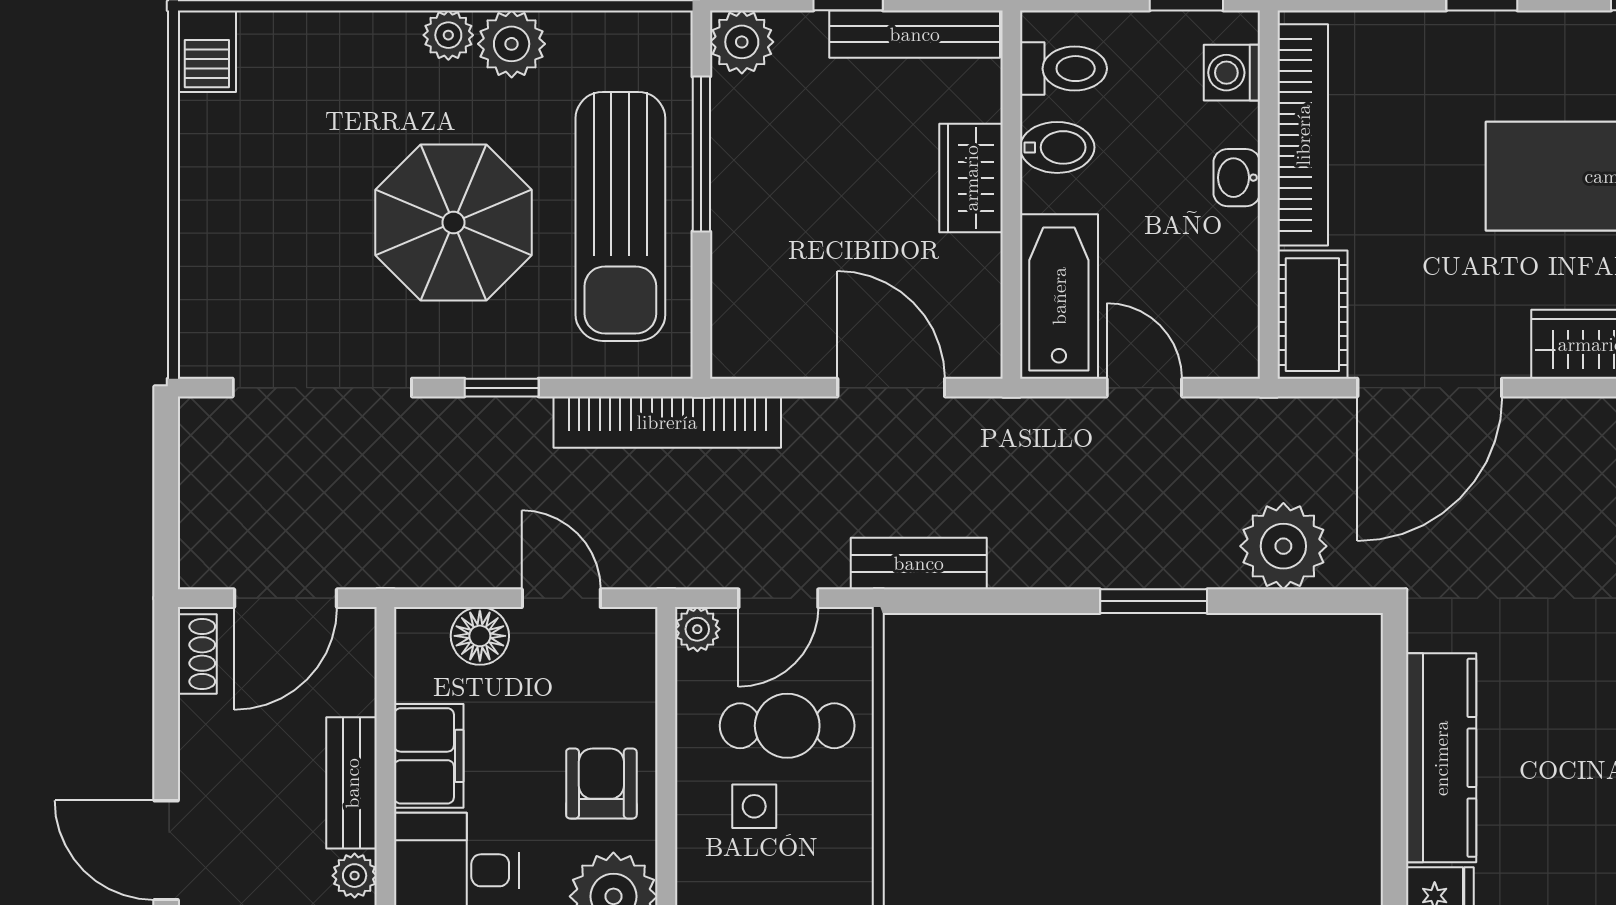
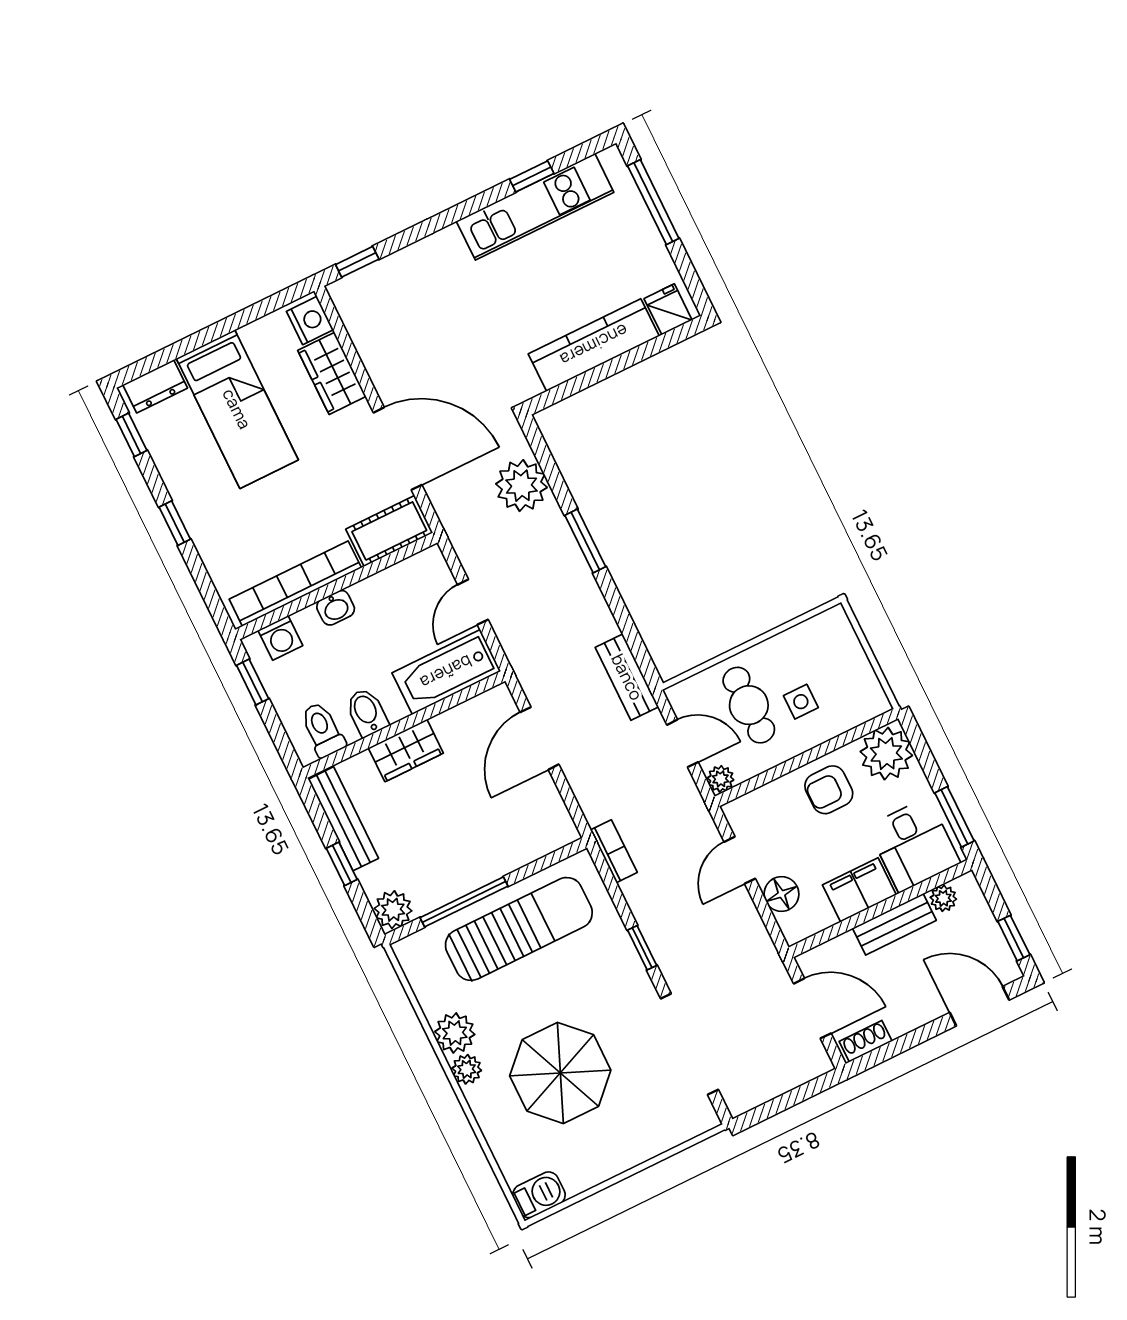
parasol: (453, 223) -> (560, 1073), moved
bookcase: (667, 422) -> (614, 851), width x0.43, depth x0.76
door: (166, 850) -> (979, 1006), swing flipped

